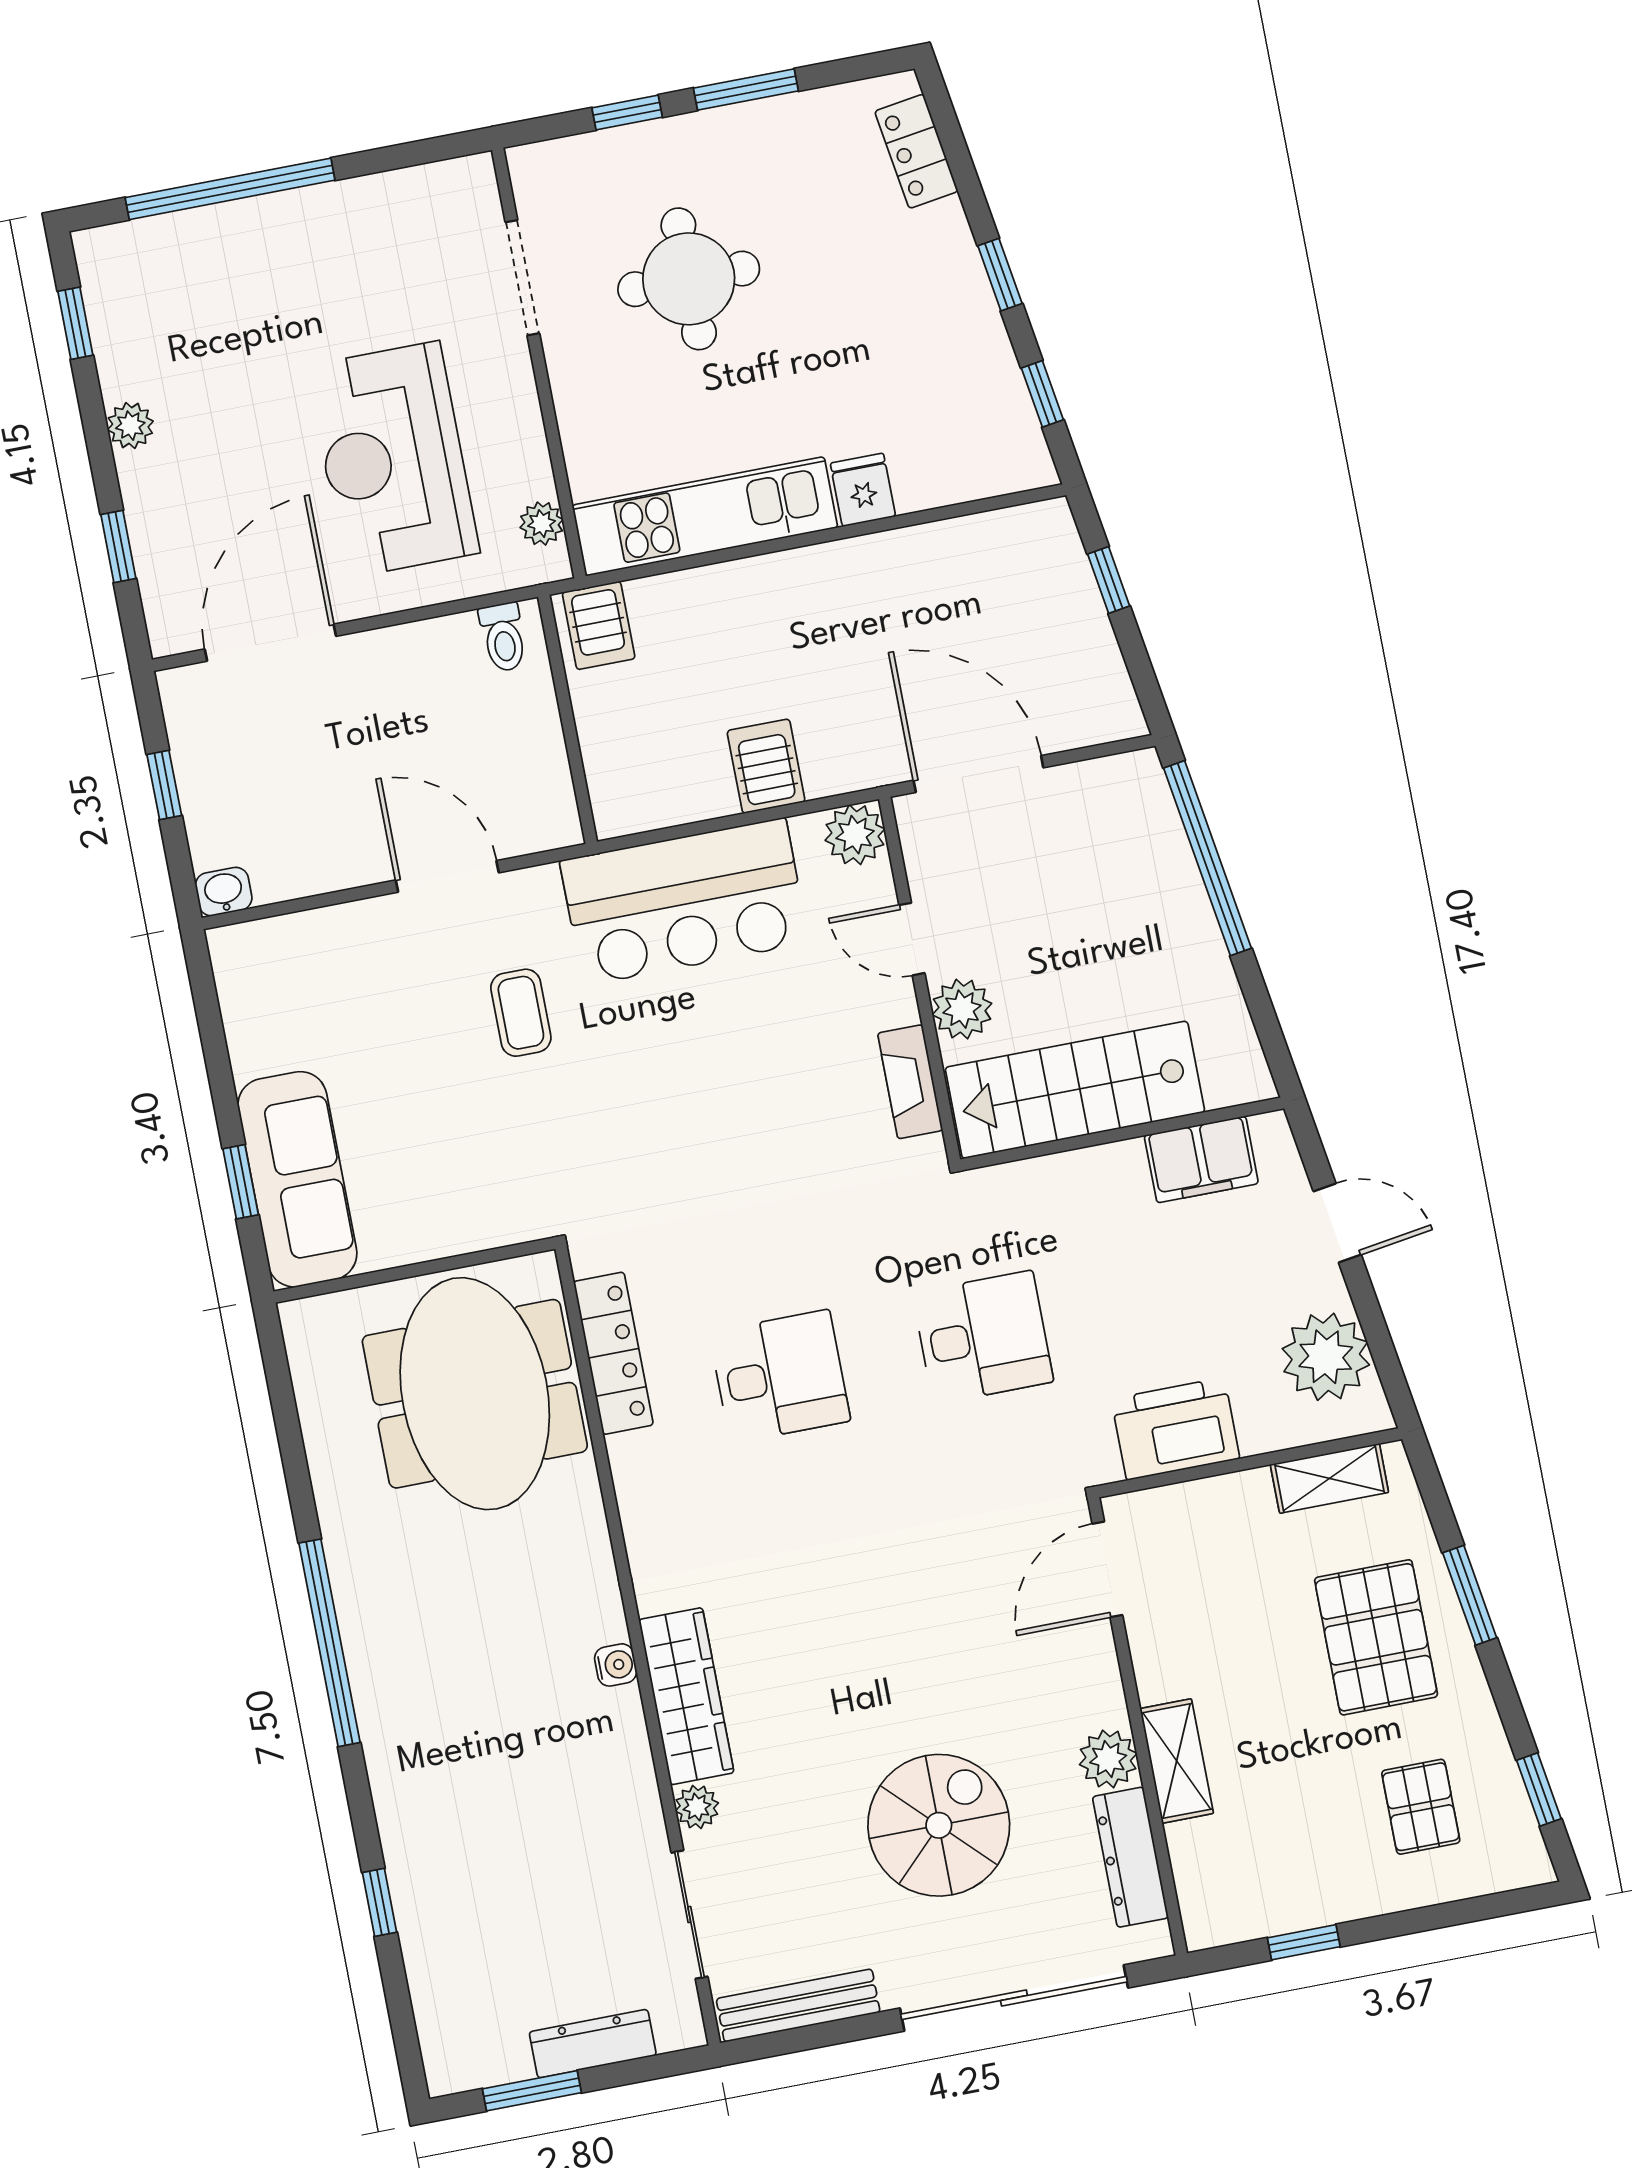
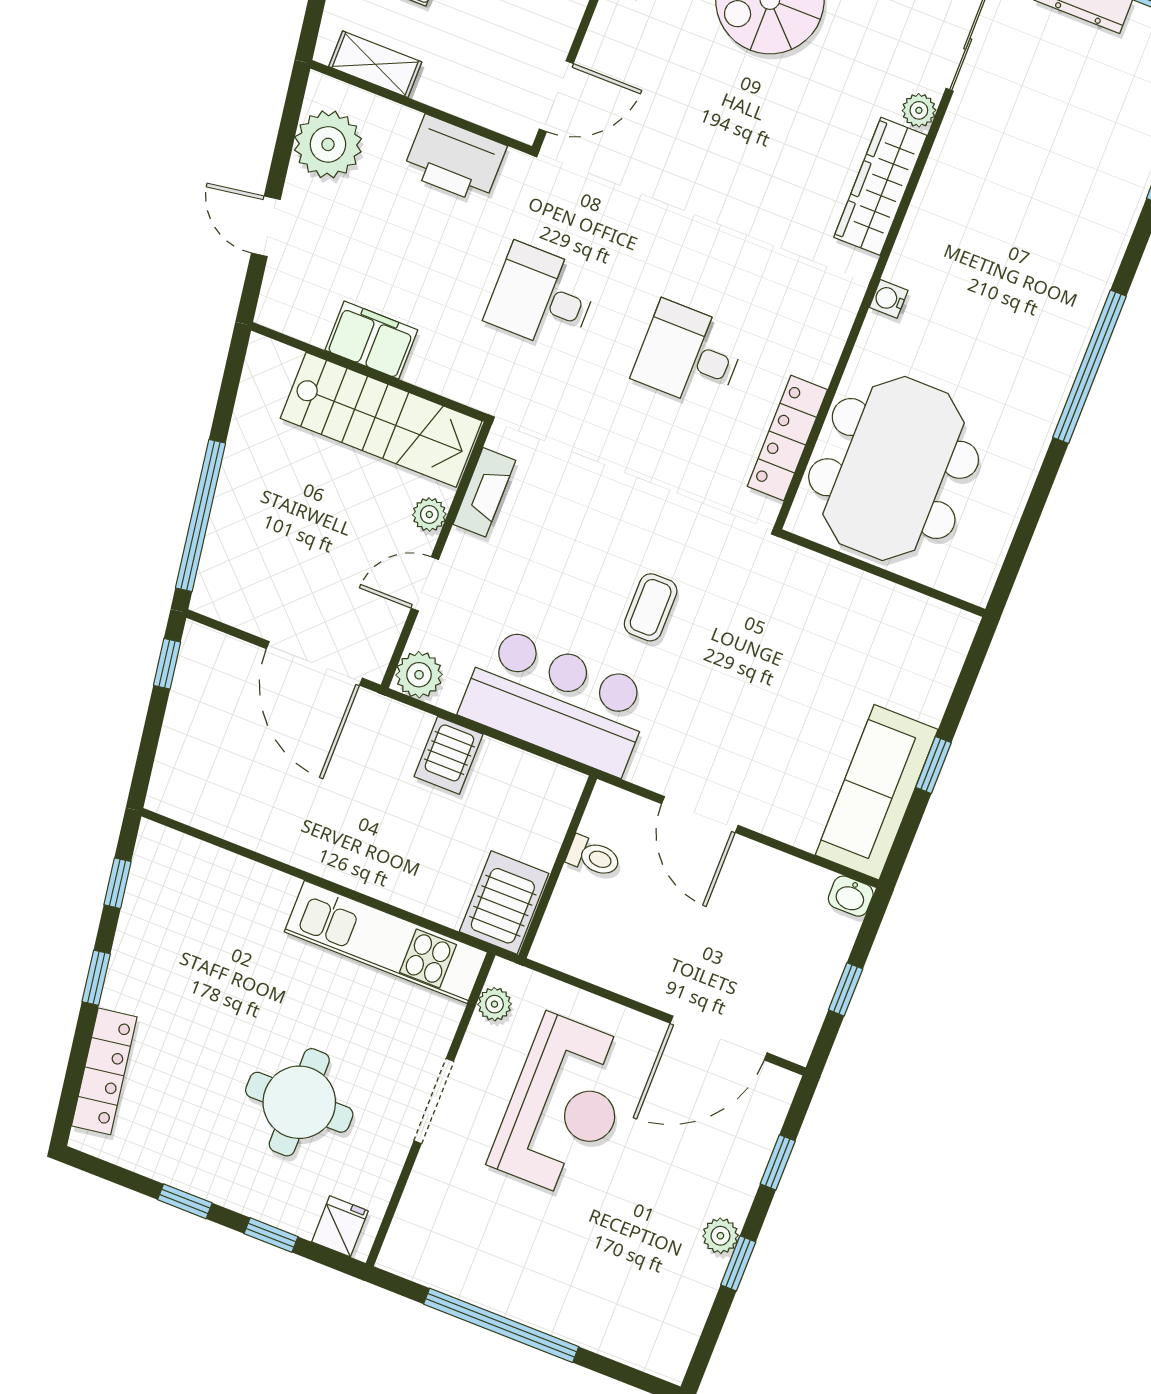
window: (746, 90) -> (185, 1201), width x0.67
locker: (916, 151) -> (104, 1071), width x1.53
window: (230, 189) -> (501, 1325), moved
doorway: (522, 278) -> (434, 1101), moved
window: (75, 323) -> (738, 1263), moved
fridge: (863, 490) -> (340, 1226), moved, turned 180
window: (1109, 580) -> (167, 664), moved
server rack: (599, 625) -> (504, 903), width x1.36, depth x1.44
toilet: (503, 637) -> (594, 857), moved, turned 90
door: (912, 939) -> (425, 584), swing flipped
plant: (962, 1009) -> (429, 514), width x0.73, depth x0.73
coffee table: (521, 1013) -> (651, 607), moved
filing cabinet: (1201, 1159) -> (371, 340), moved
sofa: (297, 1179) -> (877, 792), moved
window: (241, 1182) -> (933, 765), moved
water cooler: (616, 1665) -> (889, 299), moved

